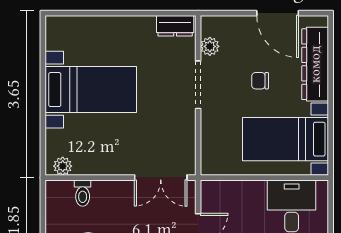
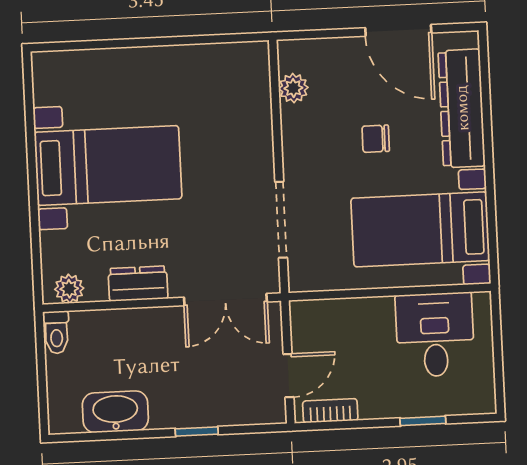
dresser: (175, 26) -> (138, 284), moved, turned 180
doorway: (198, 85) -> (281, 220), moved
toilet: (83, 193) -> (56, 332), moved

